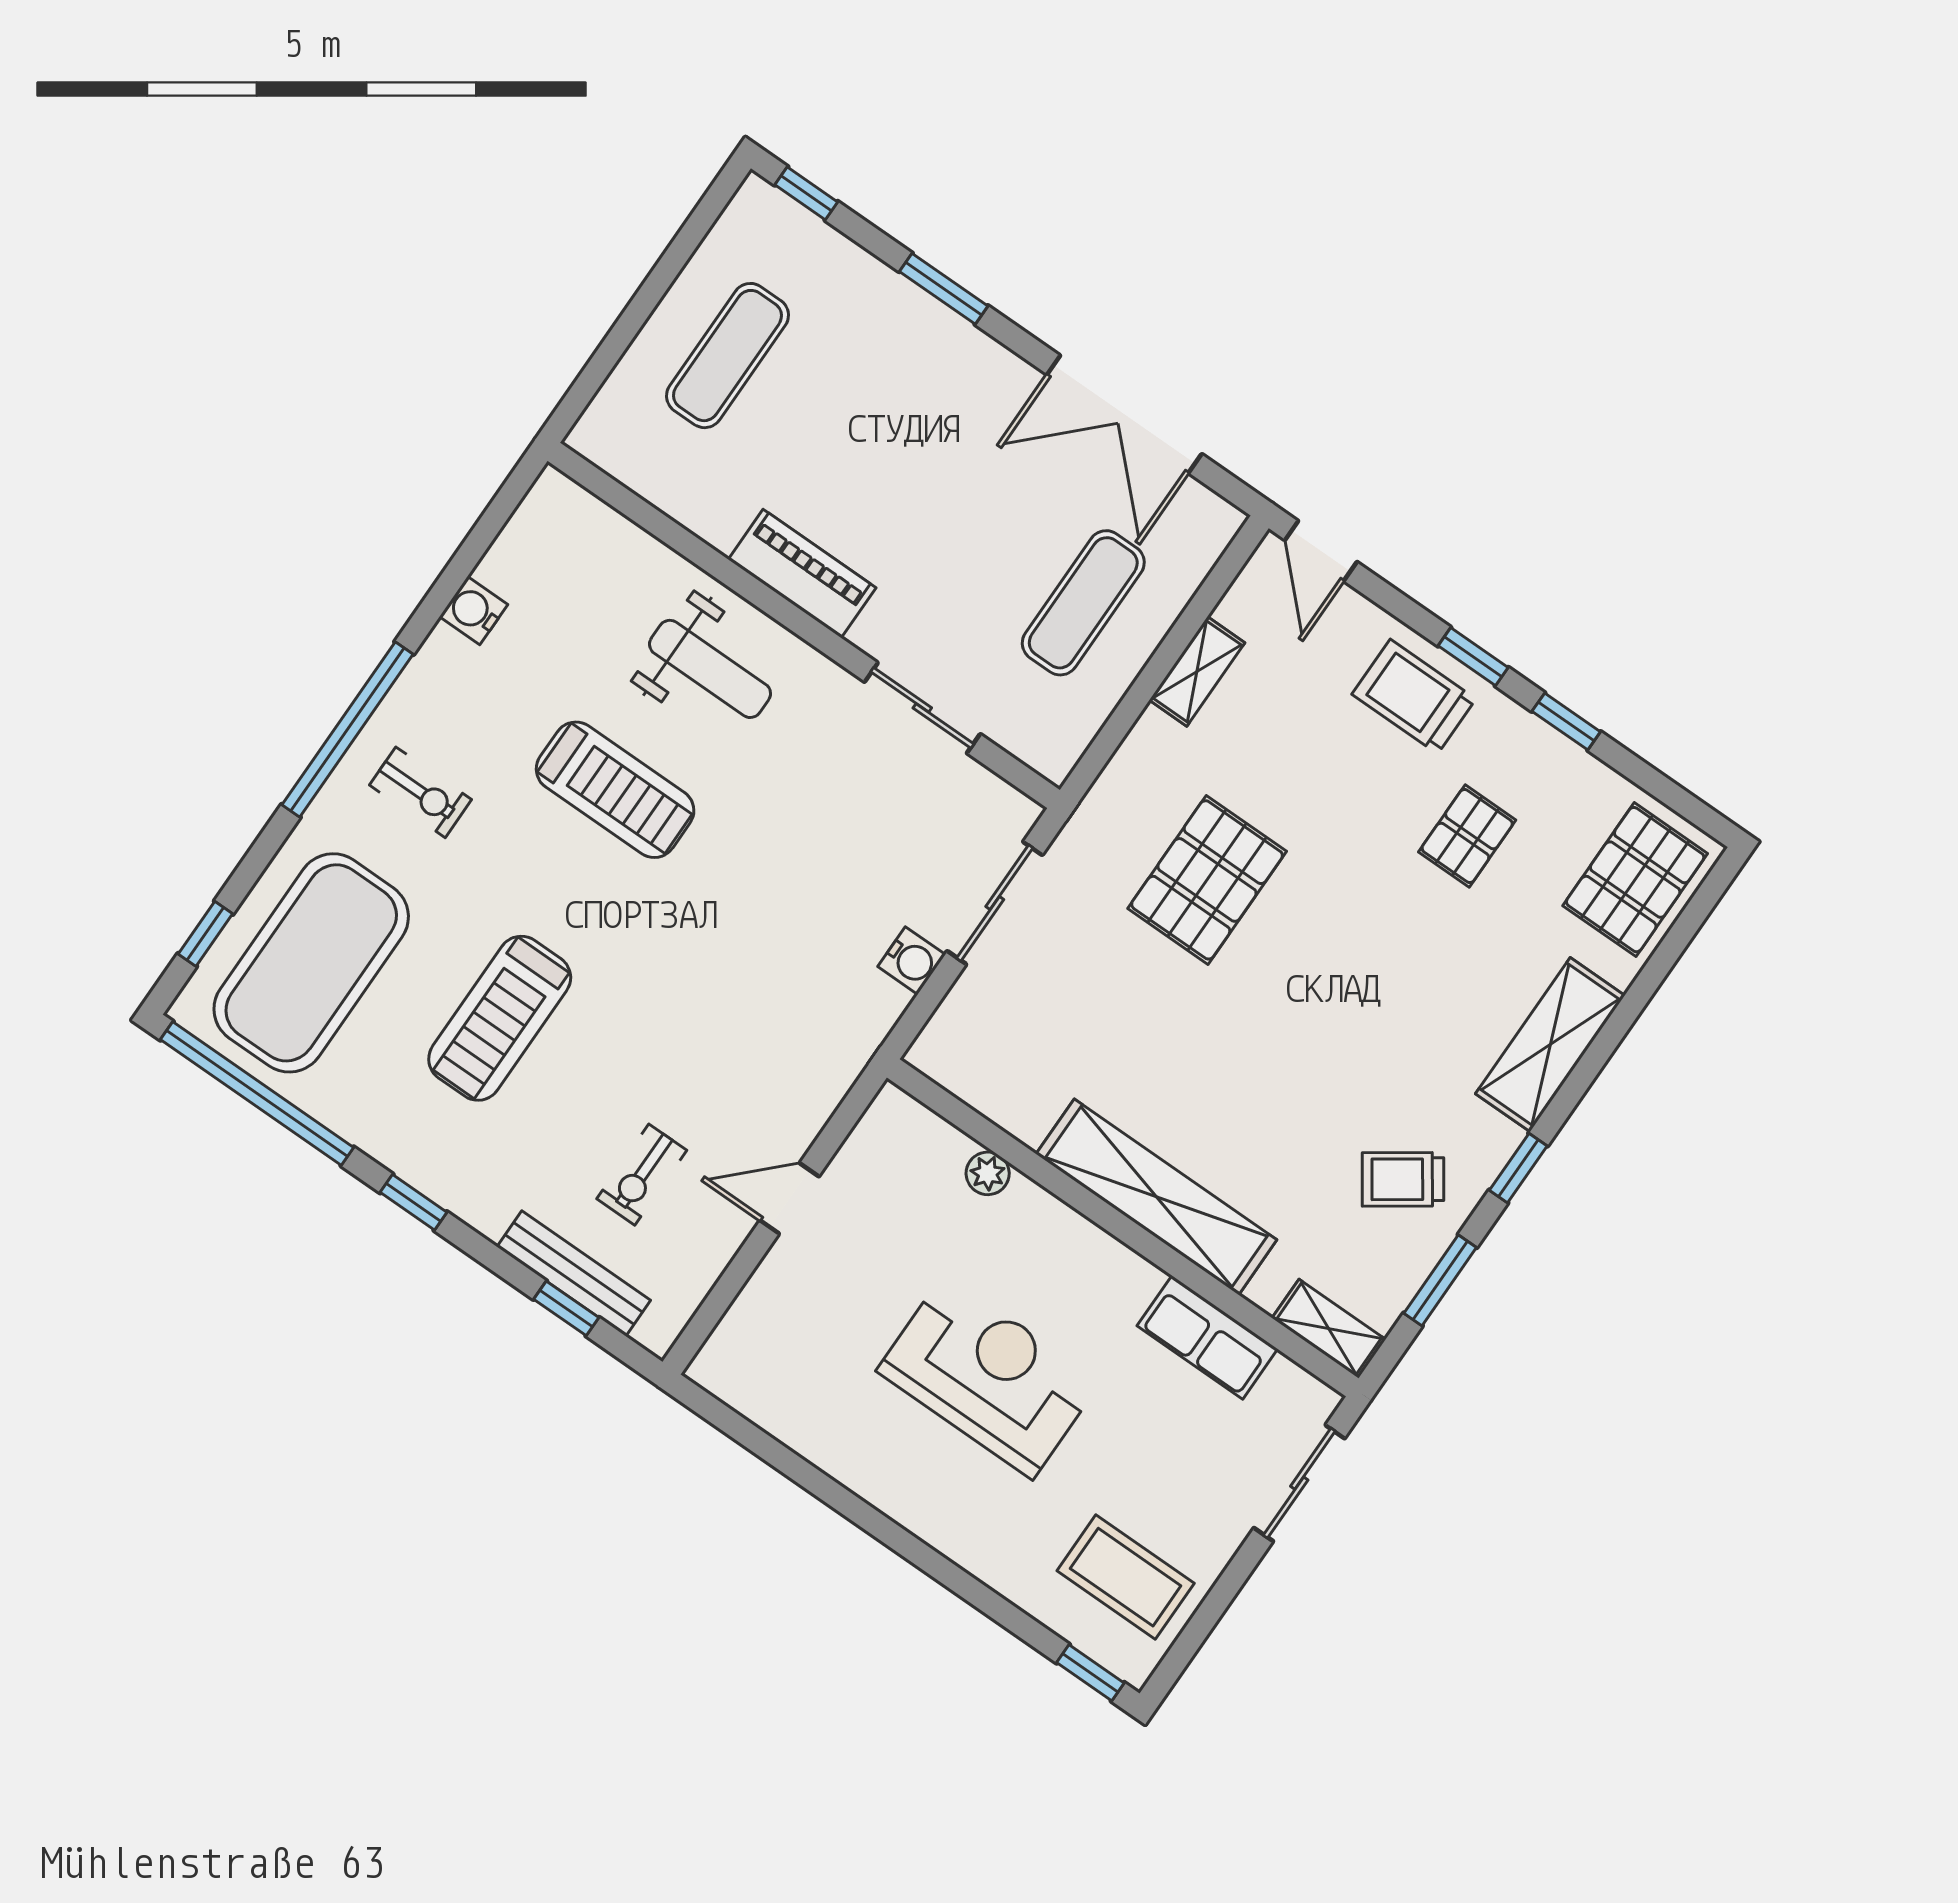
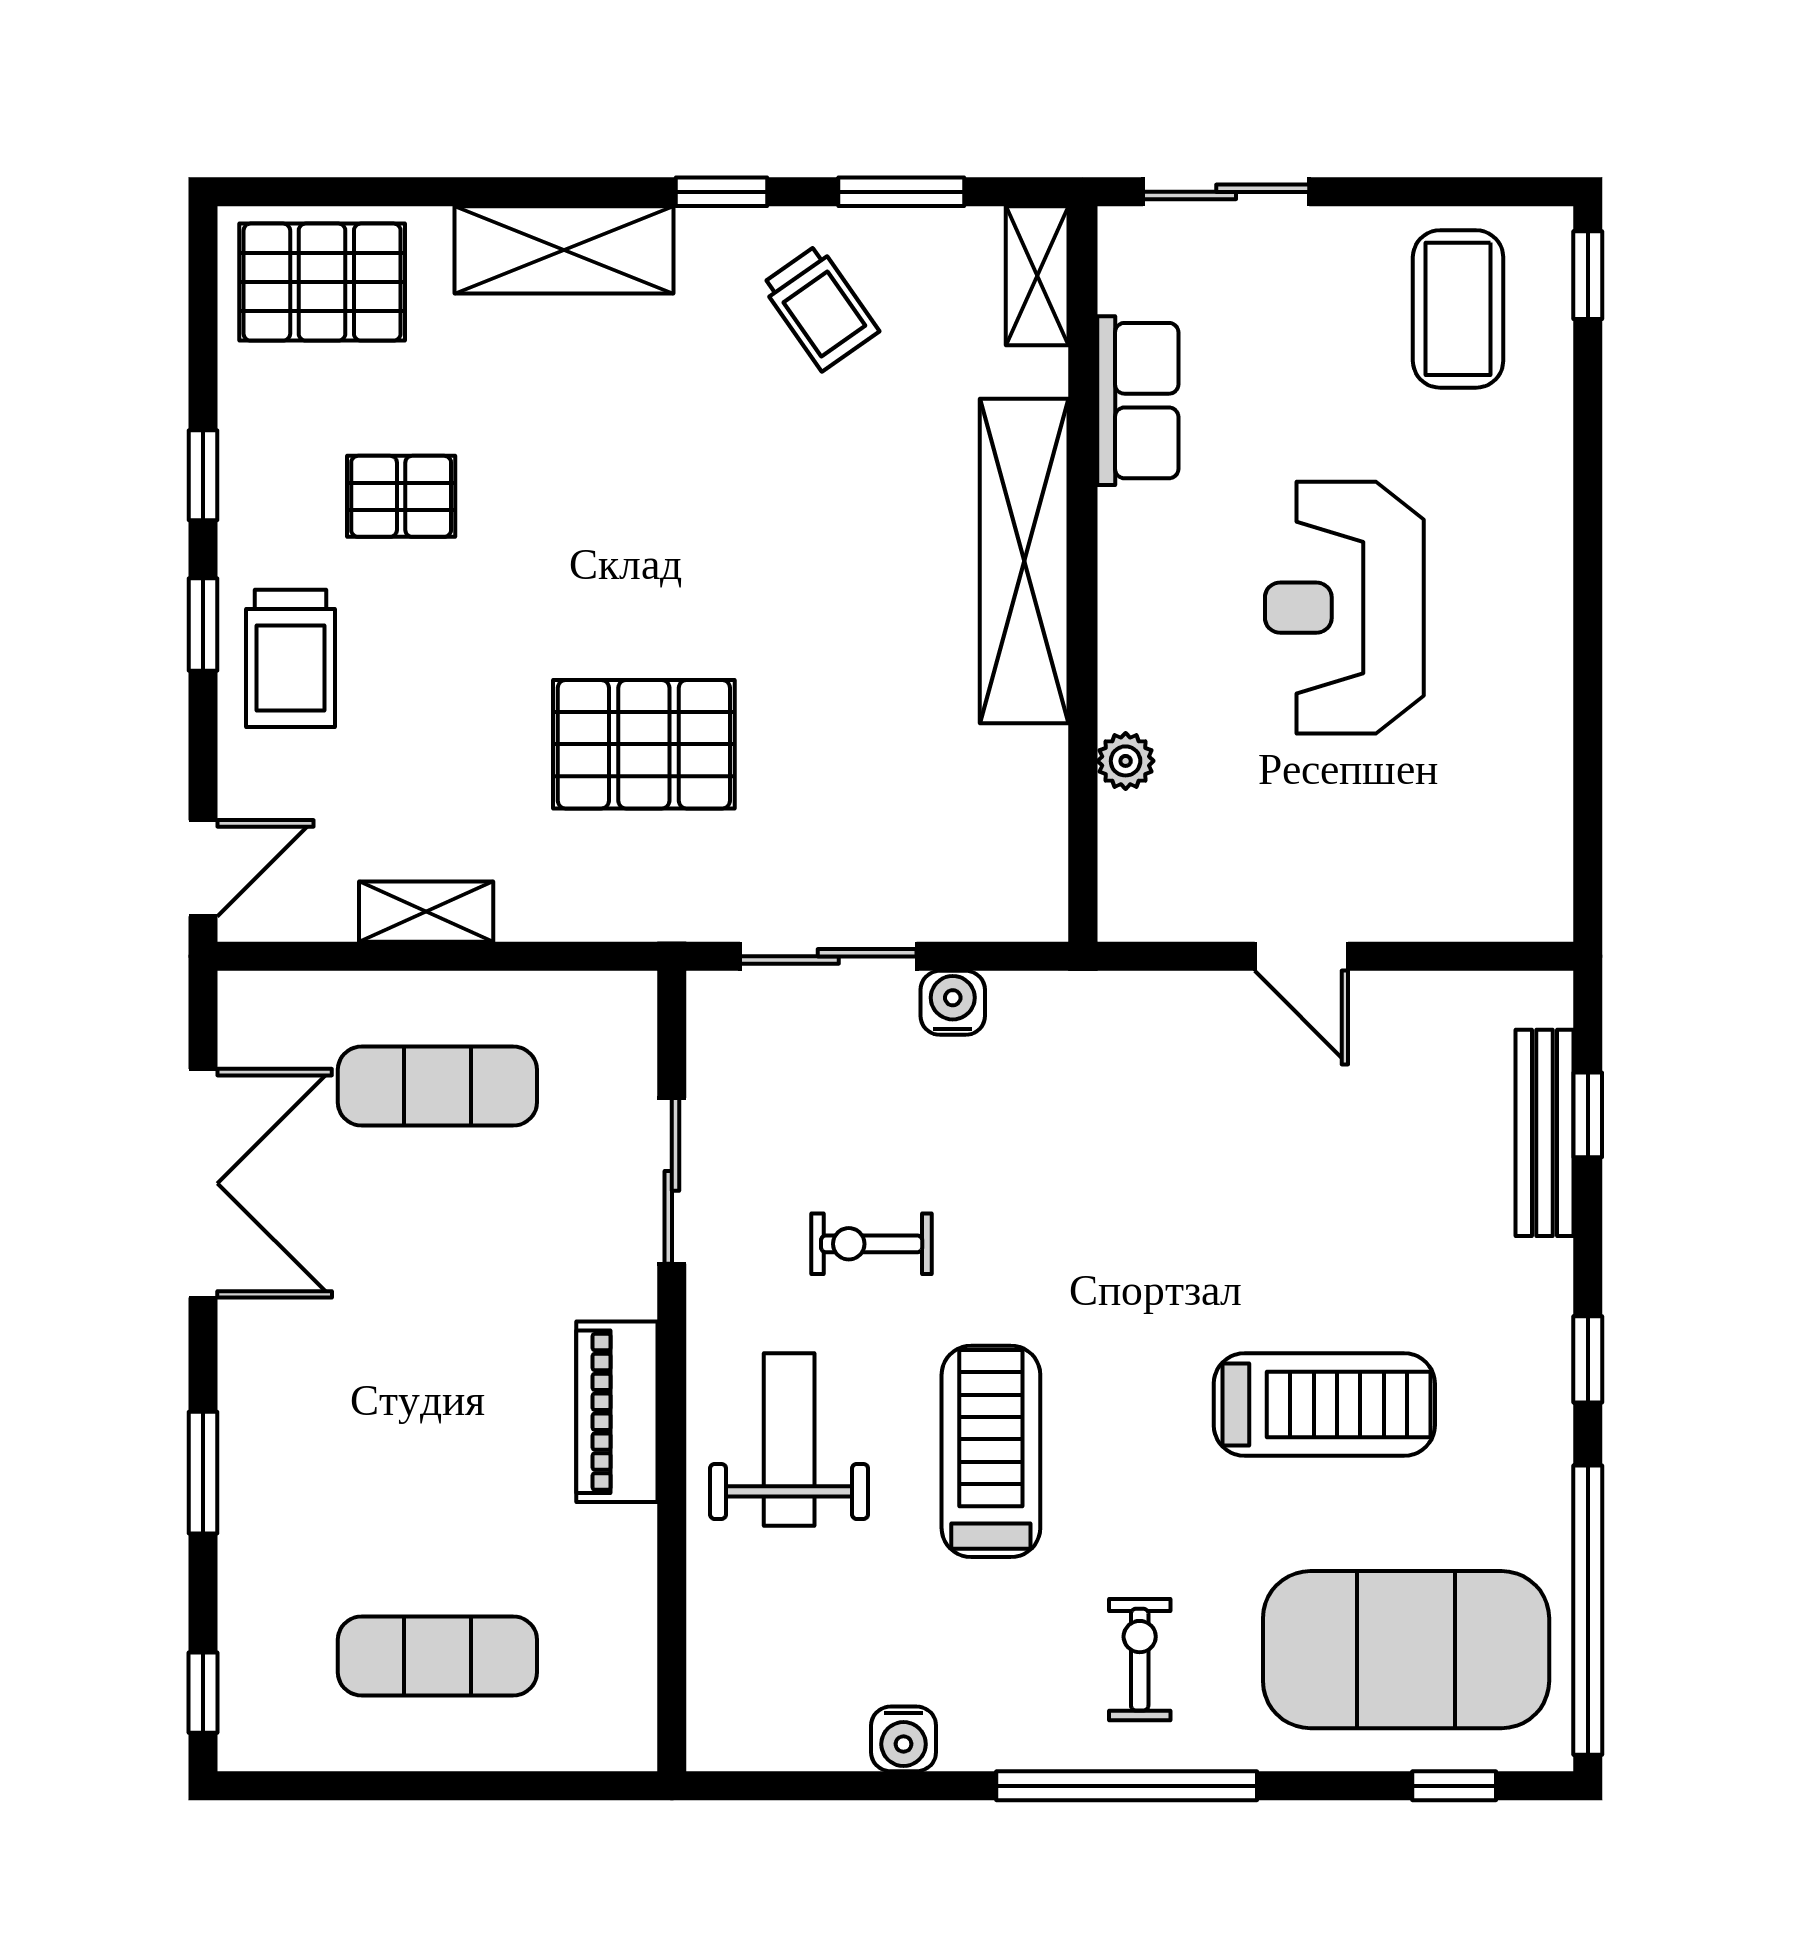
exercise bike: (642, 1175) -> (872, 1244), moved, turned 180

